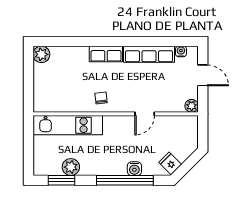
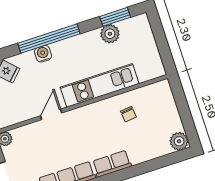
chair: (101, 98) -> (128, 114), moved
kitchen unit: (68, 125) -> (100, 85), moved

